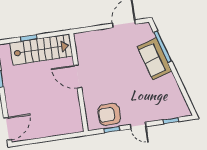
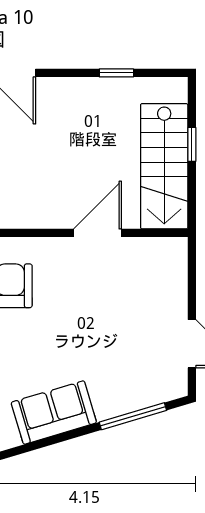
sofa: (155, 59) -> (54, 413), moved

